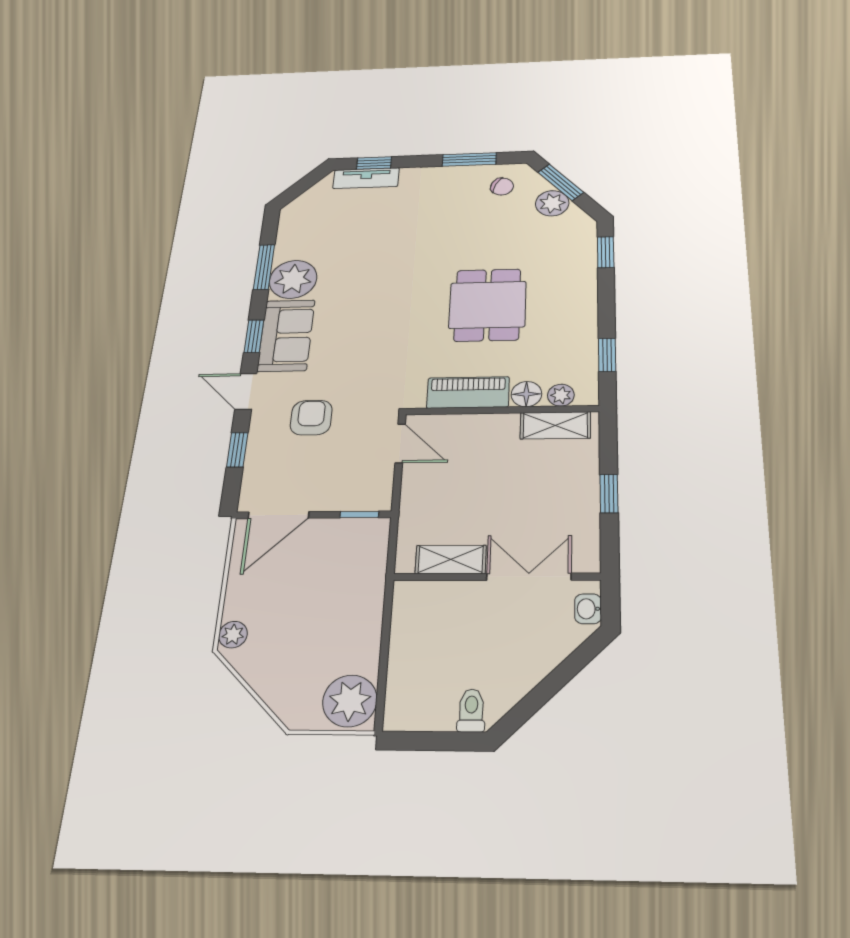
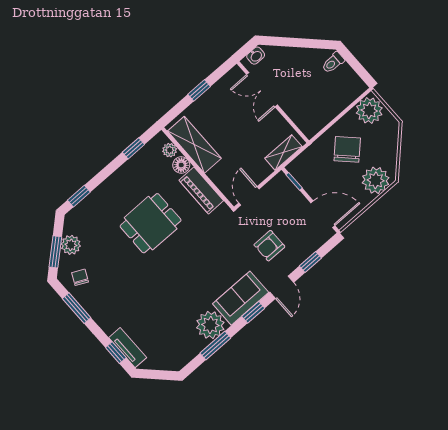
shelving: (555, 425) -> (194, 145), width x1.50, depth x1.33
shelving: (451, 559) -> (283, 152), moved, turned 90
chair: (328, 621) -> (347, 149), added
plant: (233, 635) -> (376, 180), width x1.88, depth x1.88

